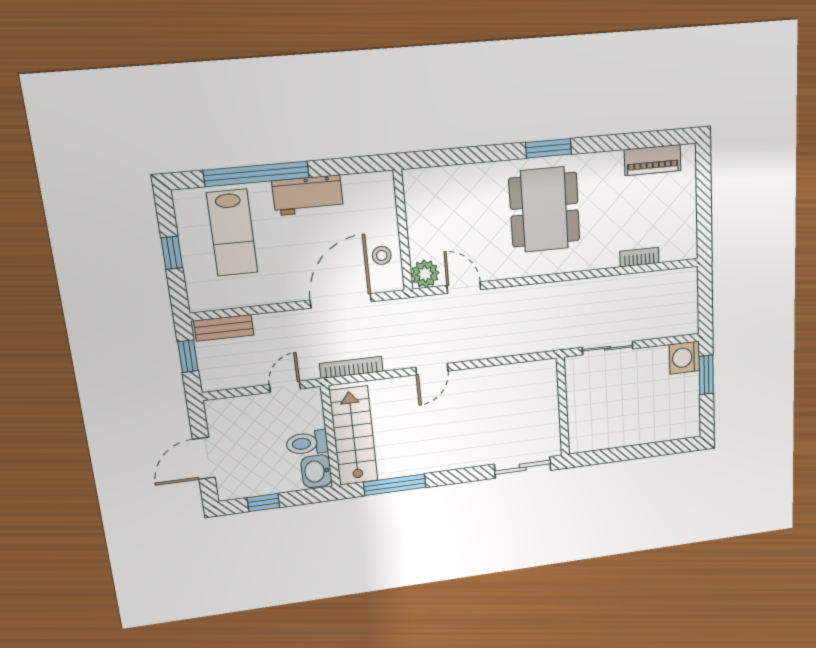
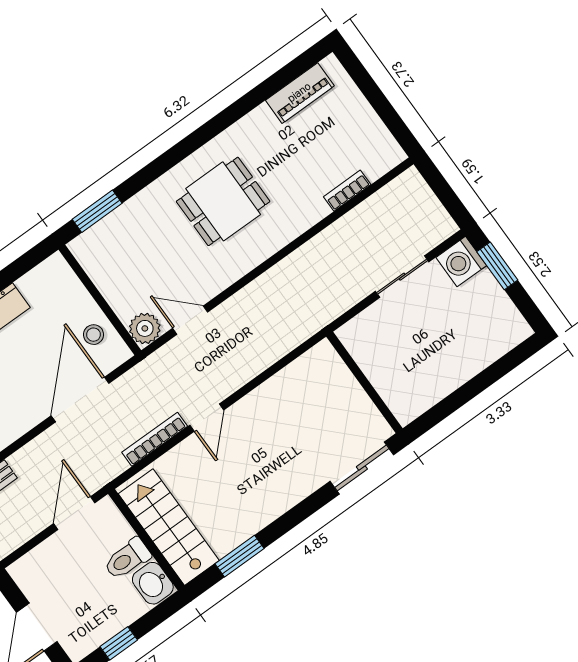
window: (549, 148) -> (97, 211), moved
dining table: (545, 210) -> (223, 201), width x0.73
sliding door: (608, 348) -> (402, 277), moved
bookcase: (351, 367) -> (155, 439), moved
door: (285, 387) -> (74, 513), width x1.38
window: (395, 485) -> (240, 556), width x0.69

